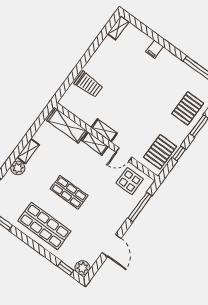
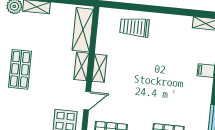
trolley: (89, 85) -> (135, 27), turned 90
door: (124, 155) -> (87, 101), swing flipped

